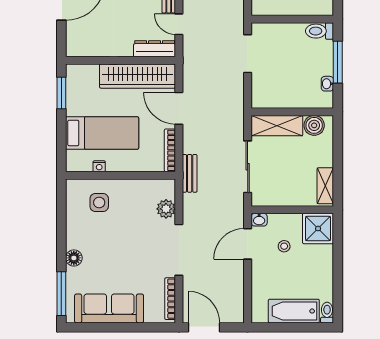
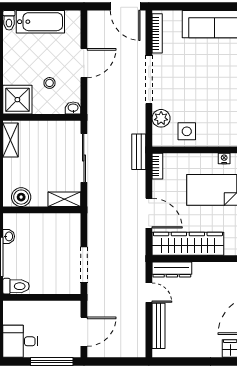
shelving: (277, 126) -> (64, 199), width x0.67, depth x0.75
bookcase: (170, 150) -> (157, 166), width x0.64
side table: (99, 202) -> (187, 131), moved
door: (248, 244) -> (84, 63), moved

